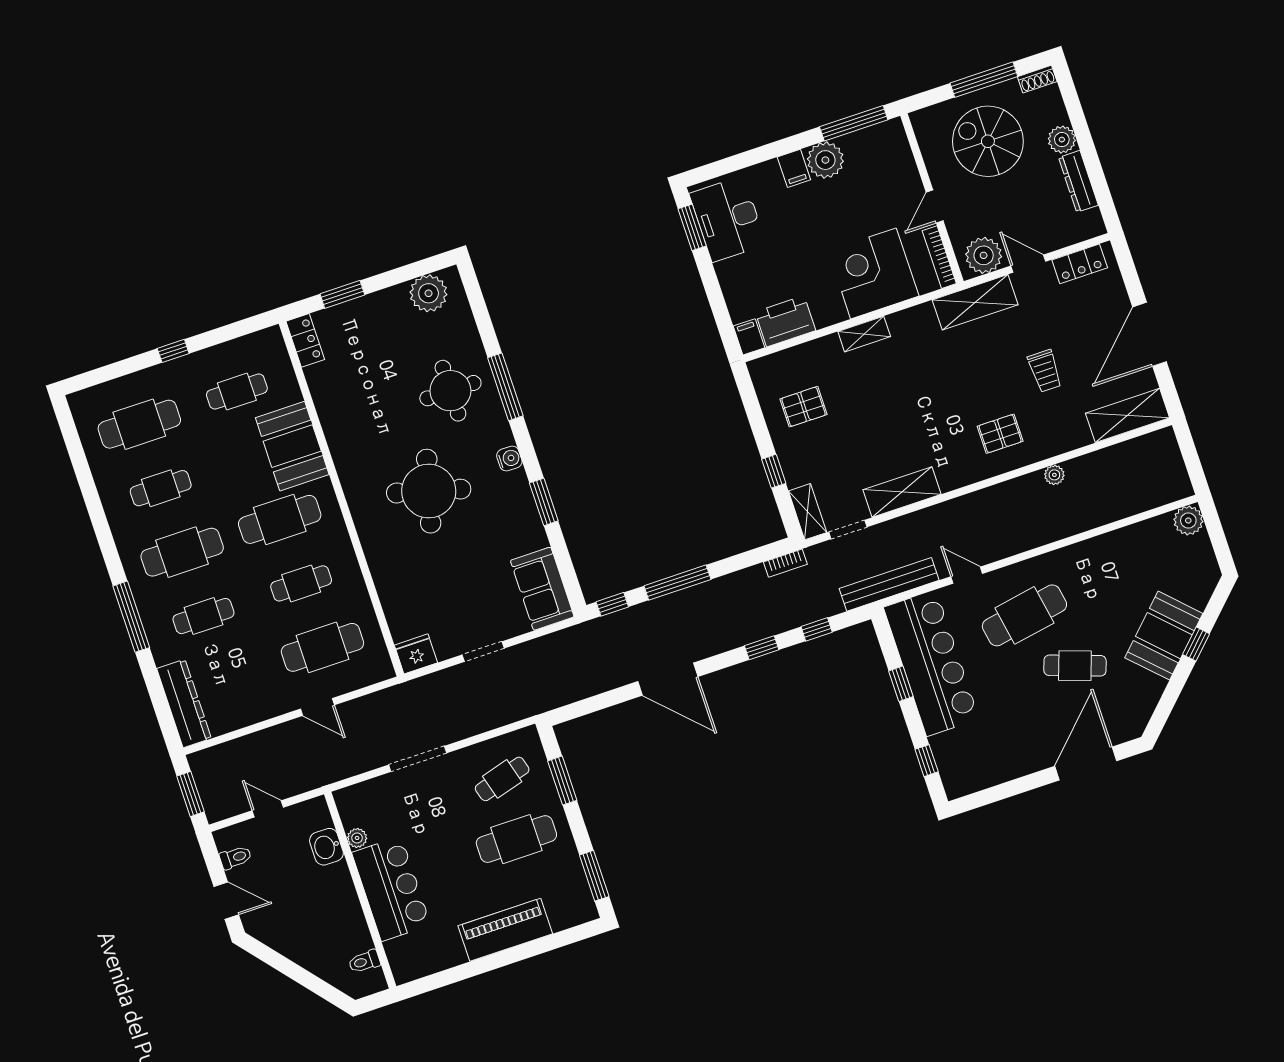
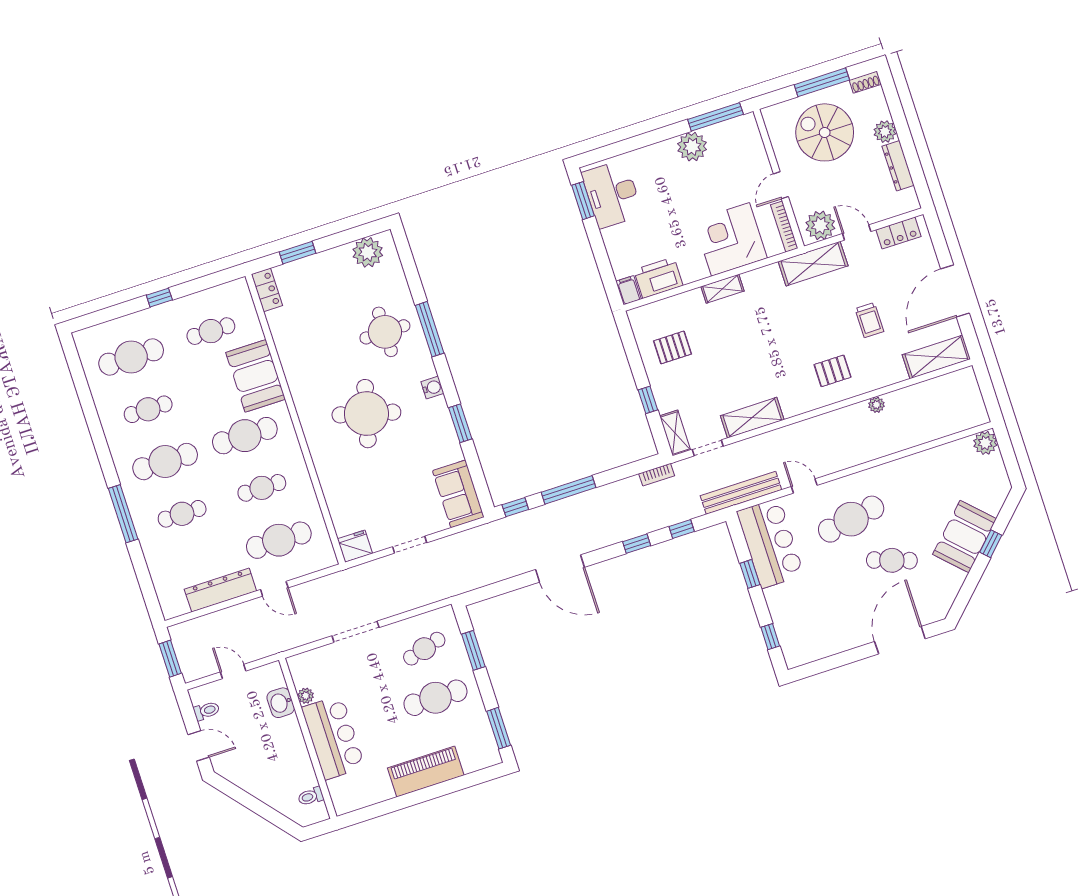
filing cabinet: (794, 168) -> (666, 153), removed
bar counter: (931, 663) -> (770, 543), width x0.73
dresser: (184, 703) -> (220, 590), moved, turned -90

